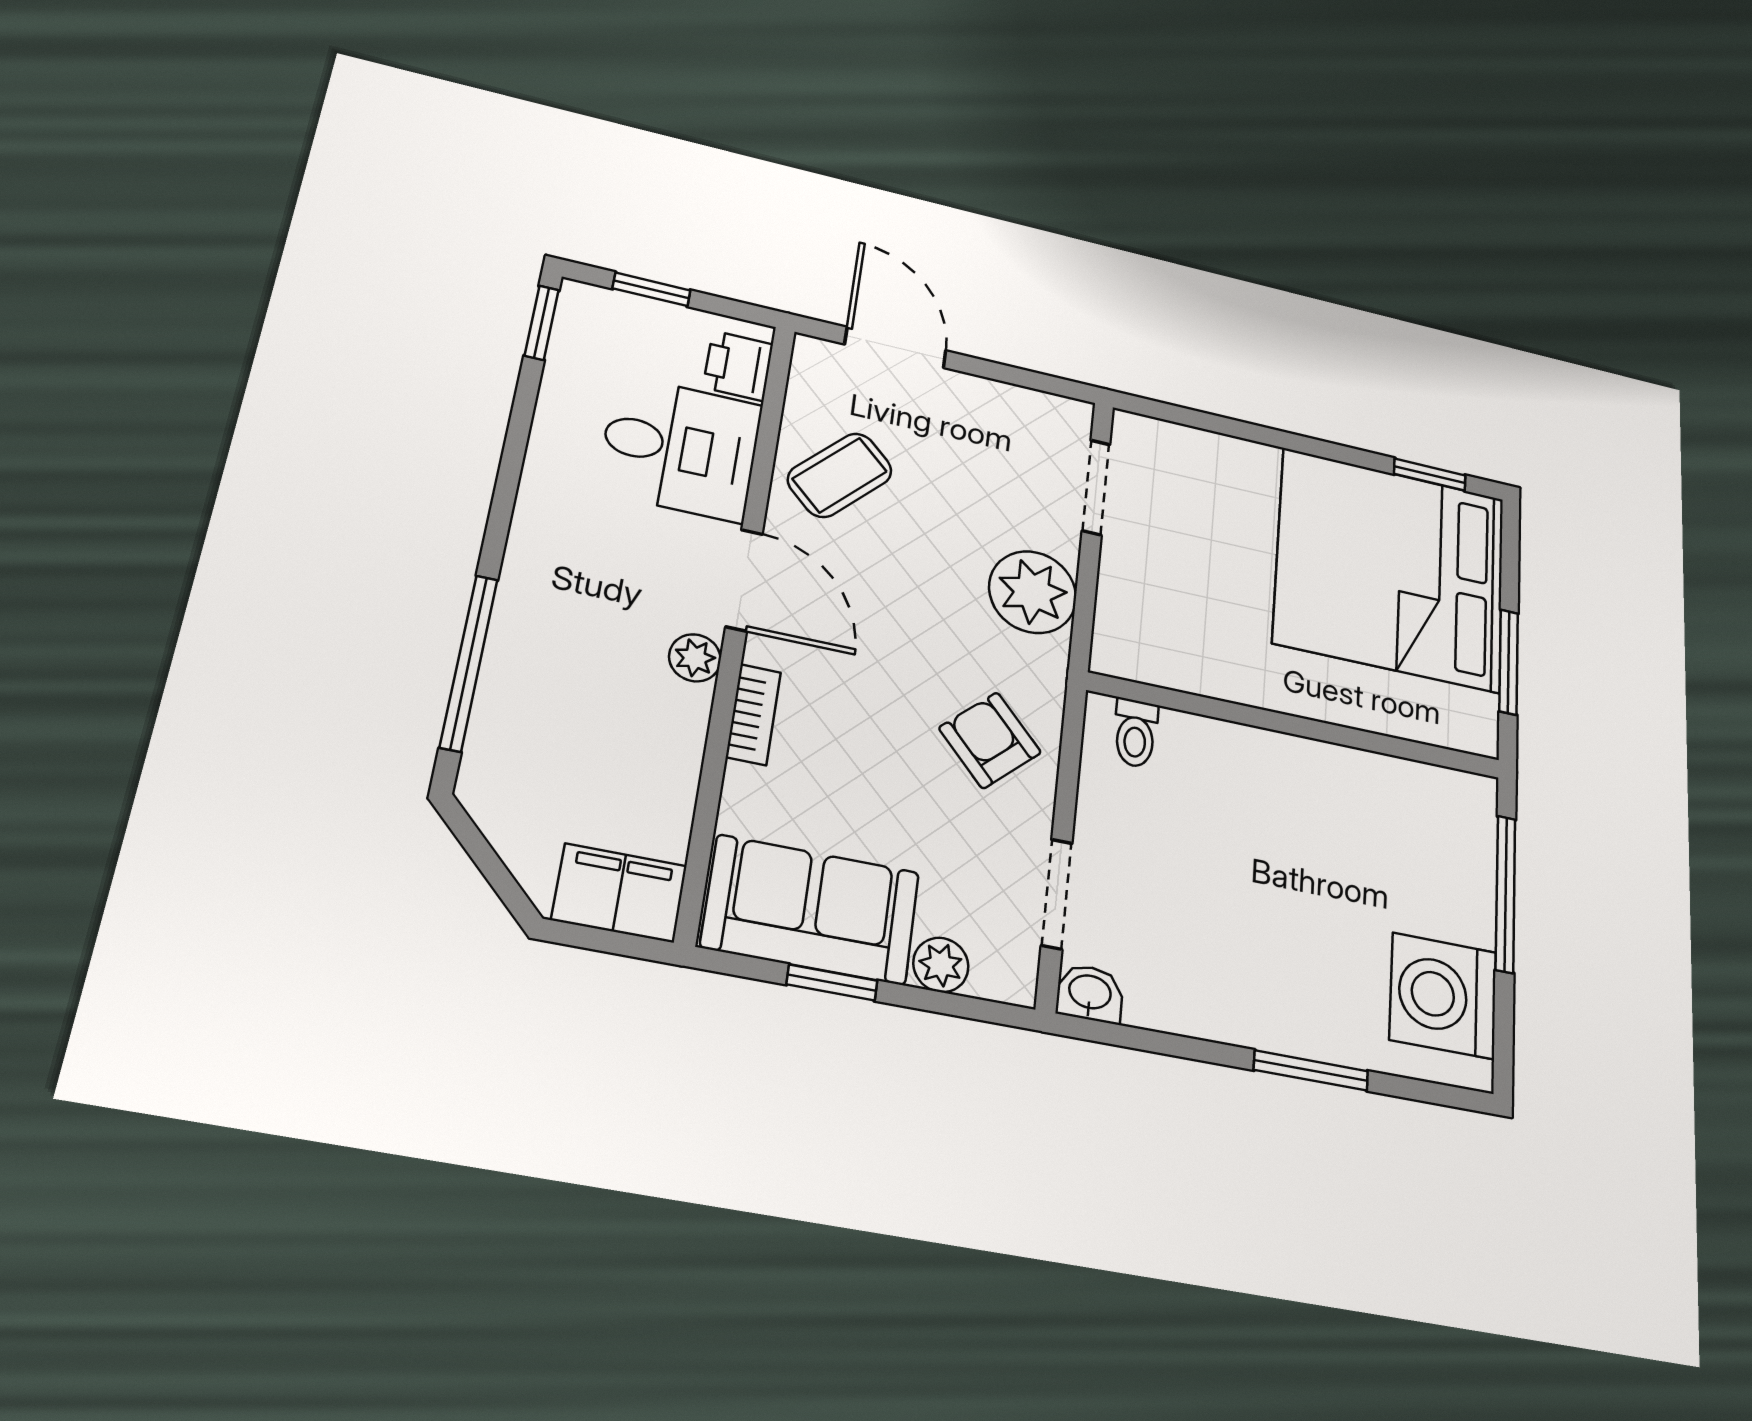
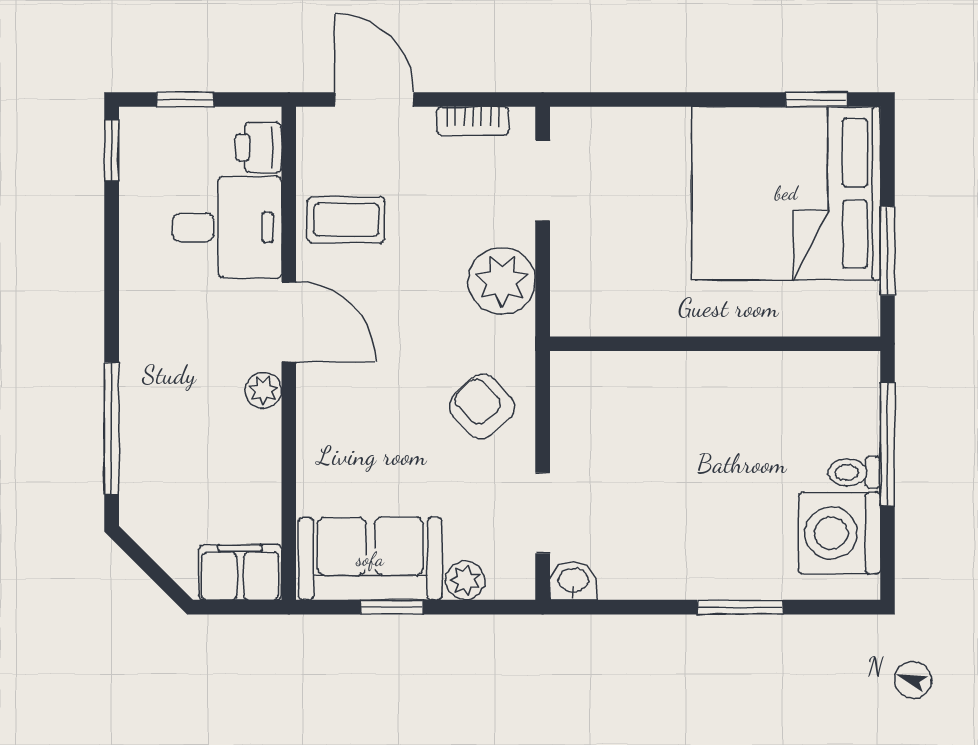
coffee table: (840, 475) -> (346, 220), turned 46
bookcase: (753, 715) -> (473, 121), moved, turned 90
toilet: (1135, 733) -> (854, 472), moved, turned 90

